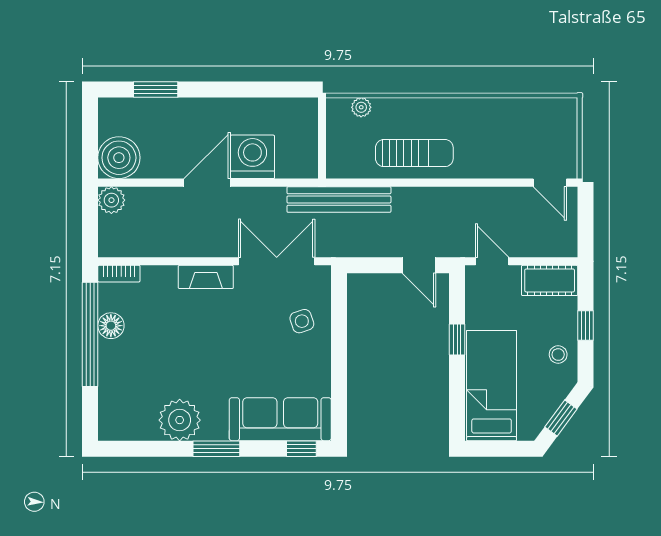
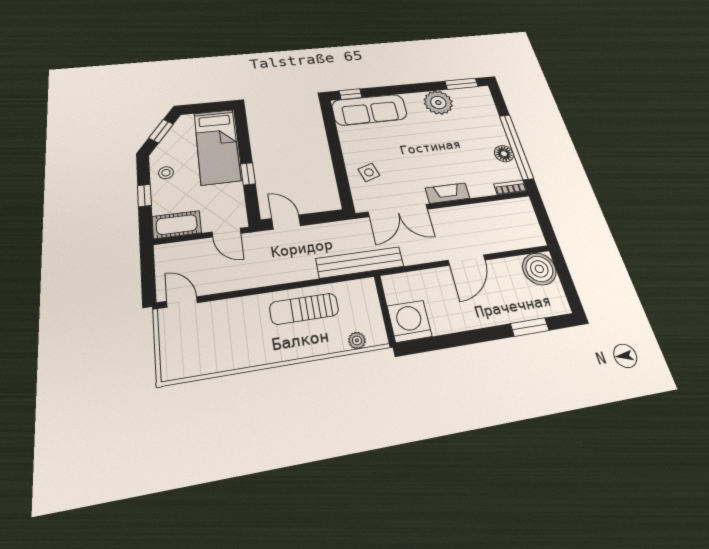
washing machine: (252, 157) -> (409, 321), moved, turned 180
plant: (111, 200) -> (534, 237), removed
window: (216, 449) -> (462, 84), moved

